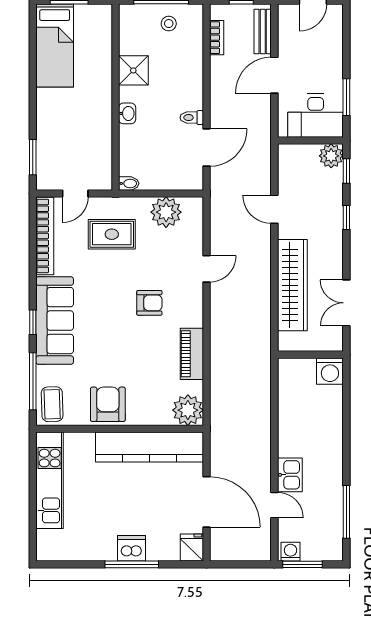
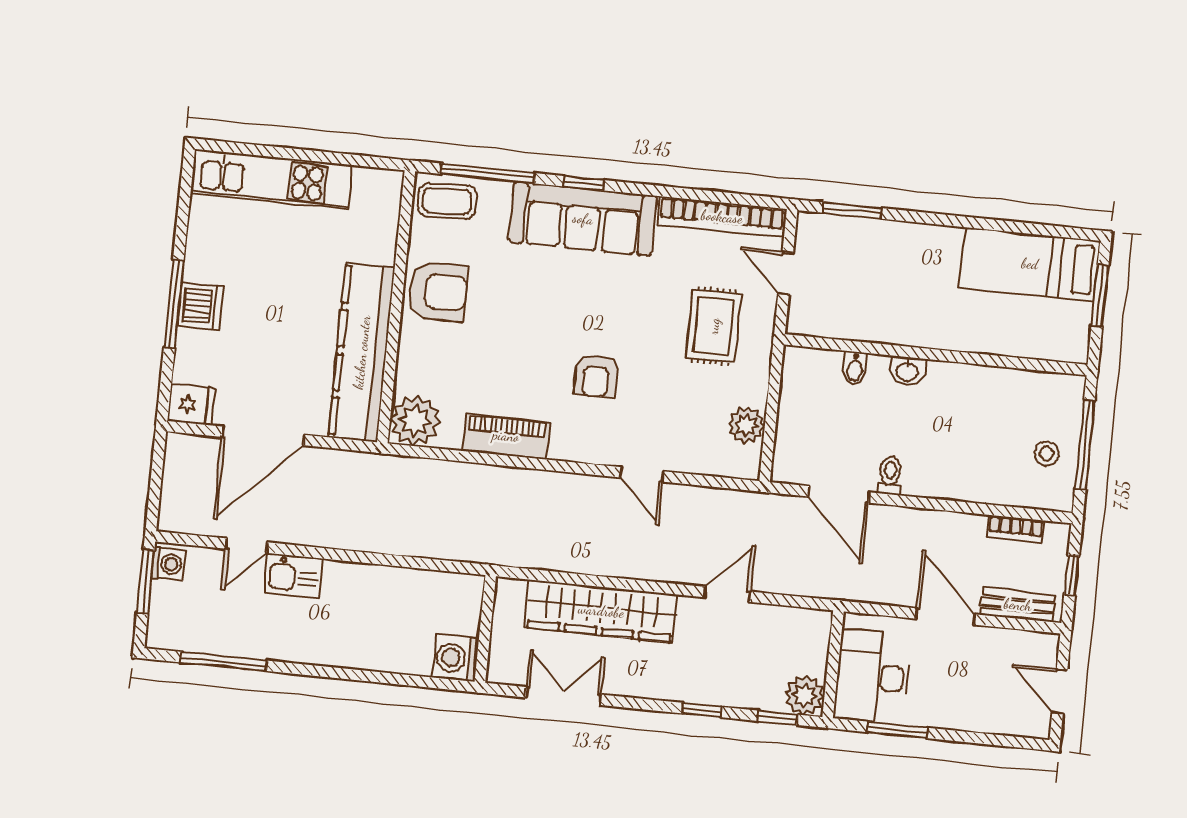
shower: (133, 70) -> (976, 388), removed
bidet: (129, 183) -> (855, 368), moved
plant: (166, 212) -> (746, 425), width x0.73, depth x0.73
kitchen unit: (50, 480) -> (271, 179), moved

